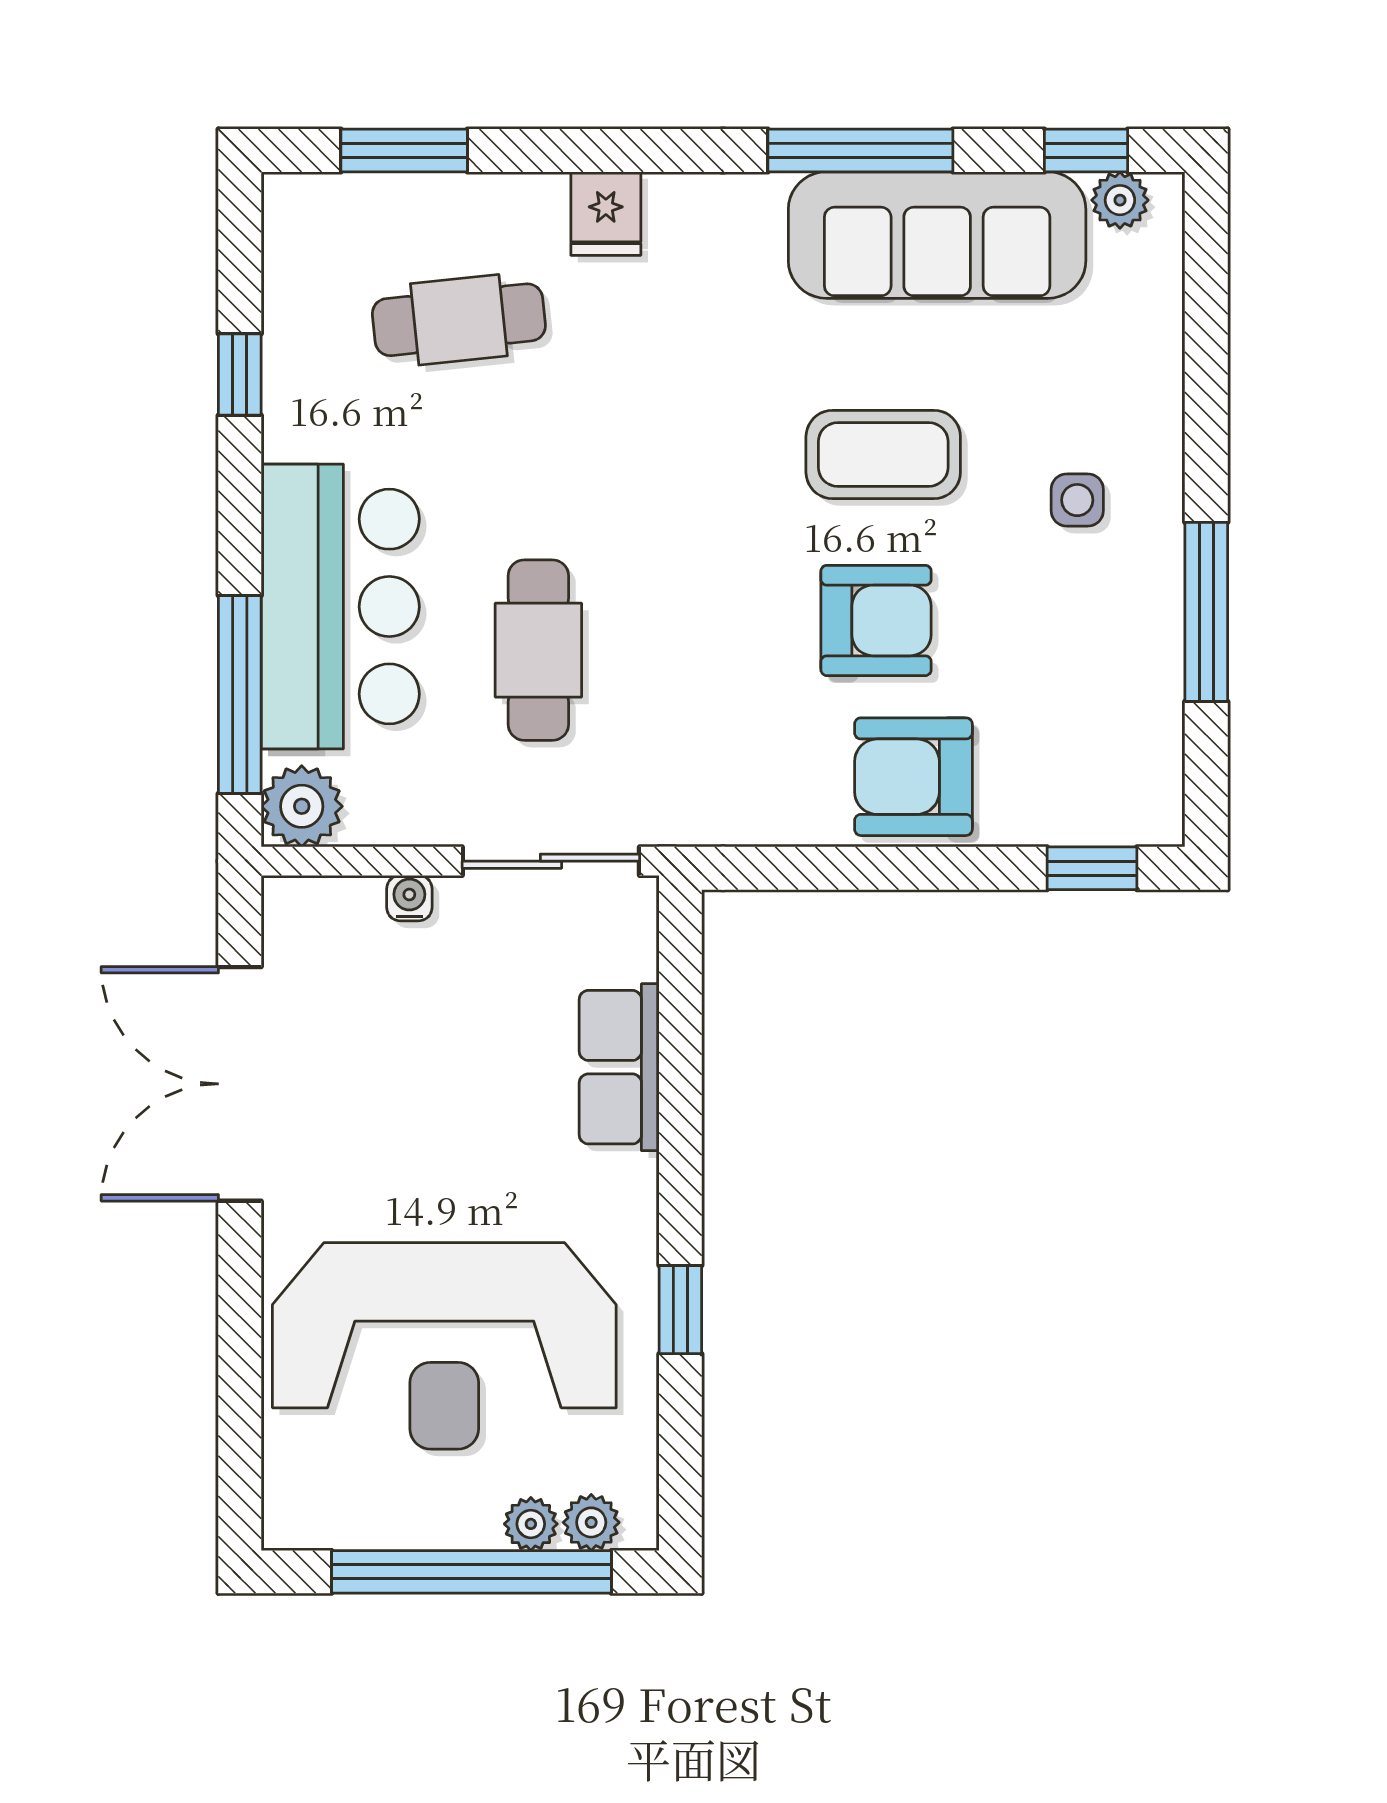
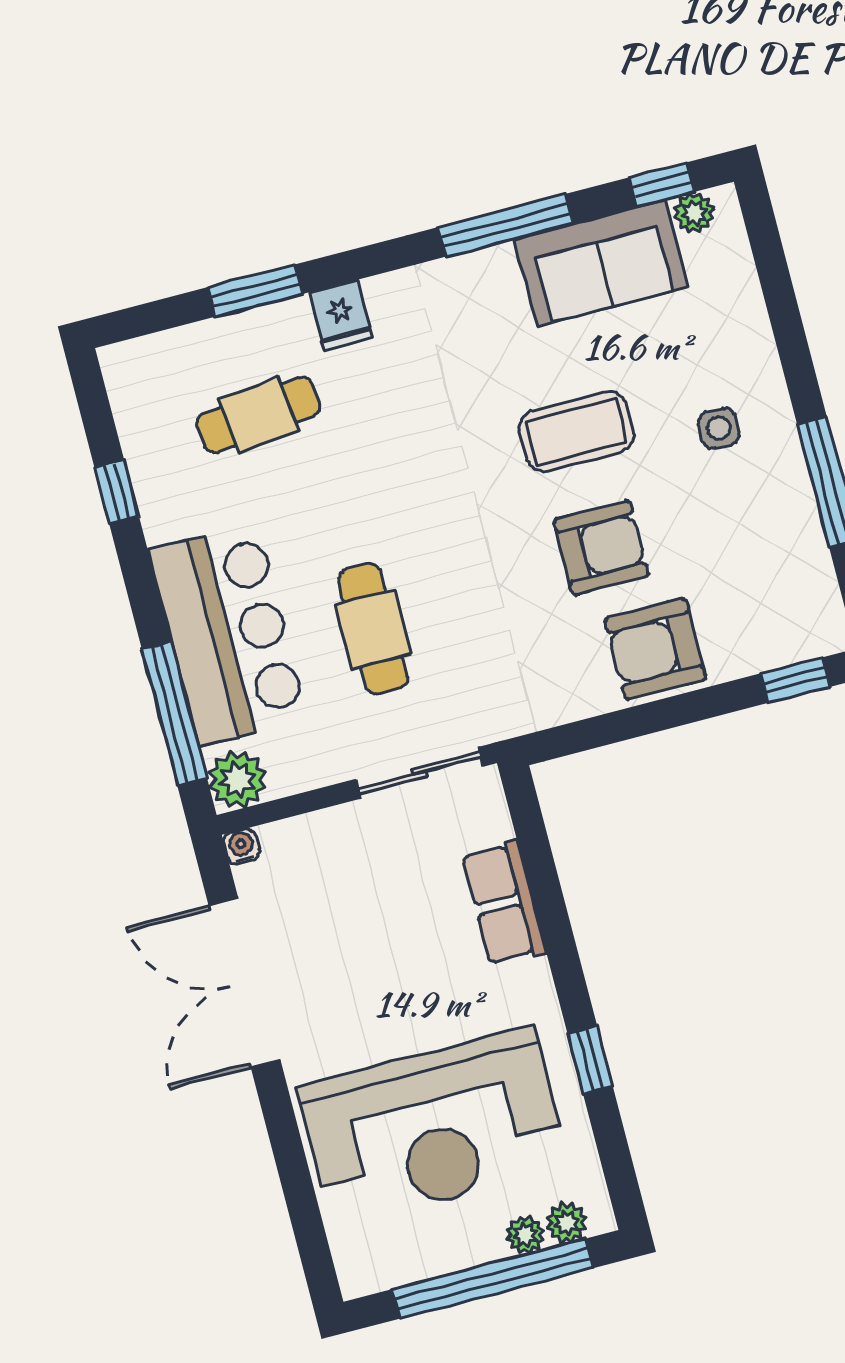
window: (404, 150) -> (255, 291), moved
sofa: (937, 235) -> (601, 263), width x0.73
water cooler: (409, 898) -> (242, 846), moved

